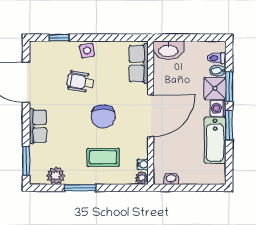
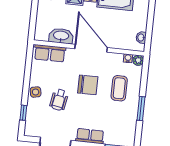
washbasin: (168, 50) -> (61, 36), moved, turned -90
plant: (56, 176) -> (129, 126), removed

